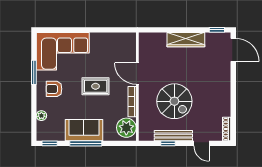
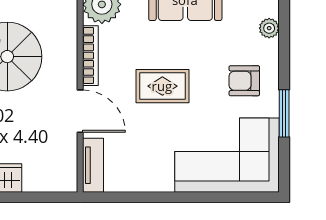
tv unit: (131, 46) -> (93, 165), added
armchair: (54, 89) -> (244, 81), turned 180

